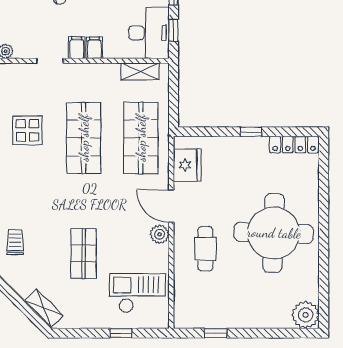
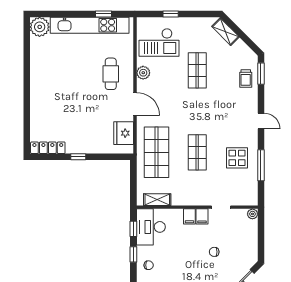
shop shelf: (84, 138) -> (197, 152), width x0.70, depth x0.74
round table: (274, 233) -> (62, 85), removed
plant: (160, 234) -> (143, 73), moved
kitchen unit: (235, 317) -> (90, 25), added

